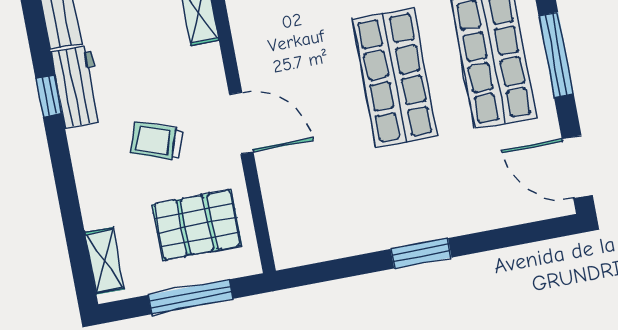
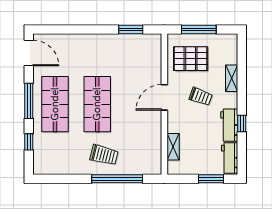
door: (241, 123) -> (164, 97), hinge flipped
window: (421, 253) -> (131, 29), moved
shelving: (105, 261) -> (232, 78), moved

